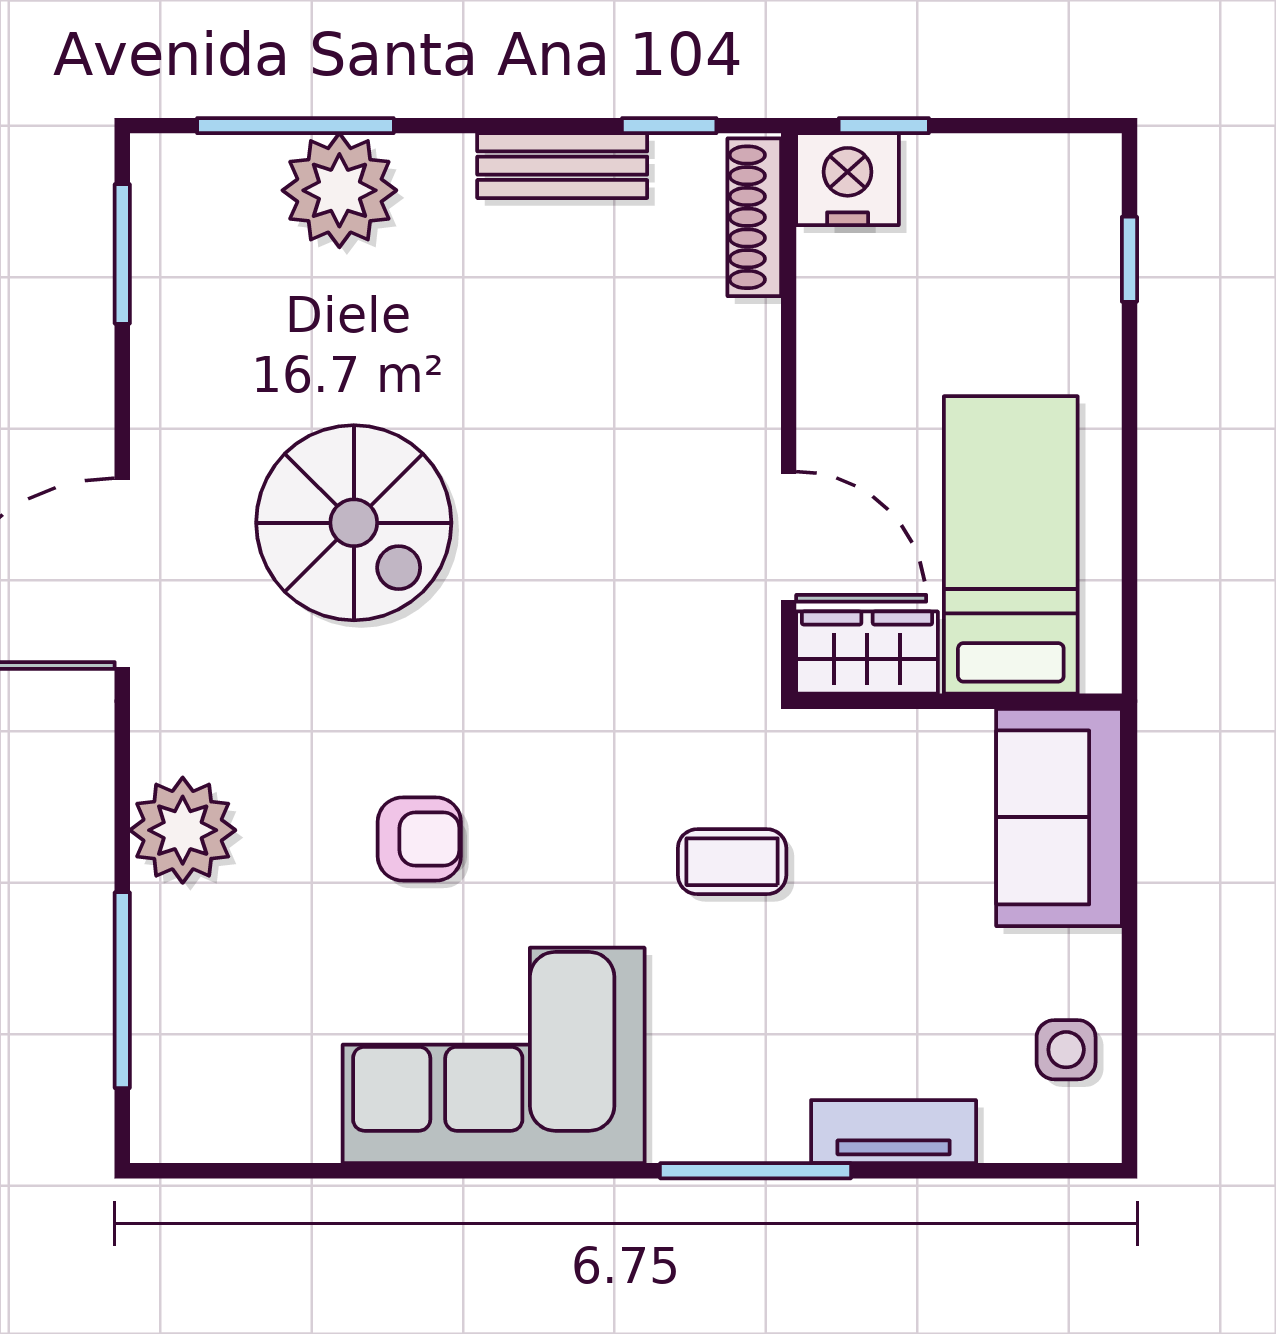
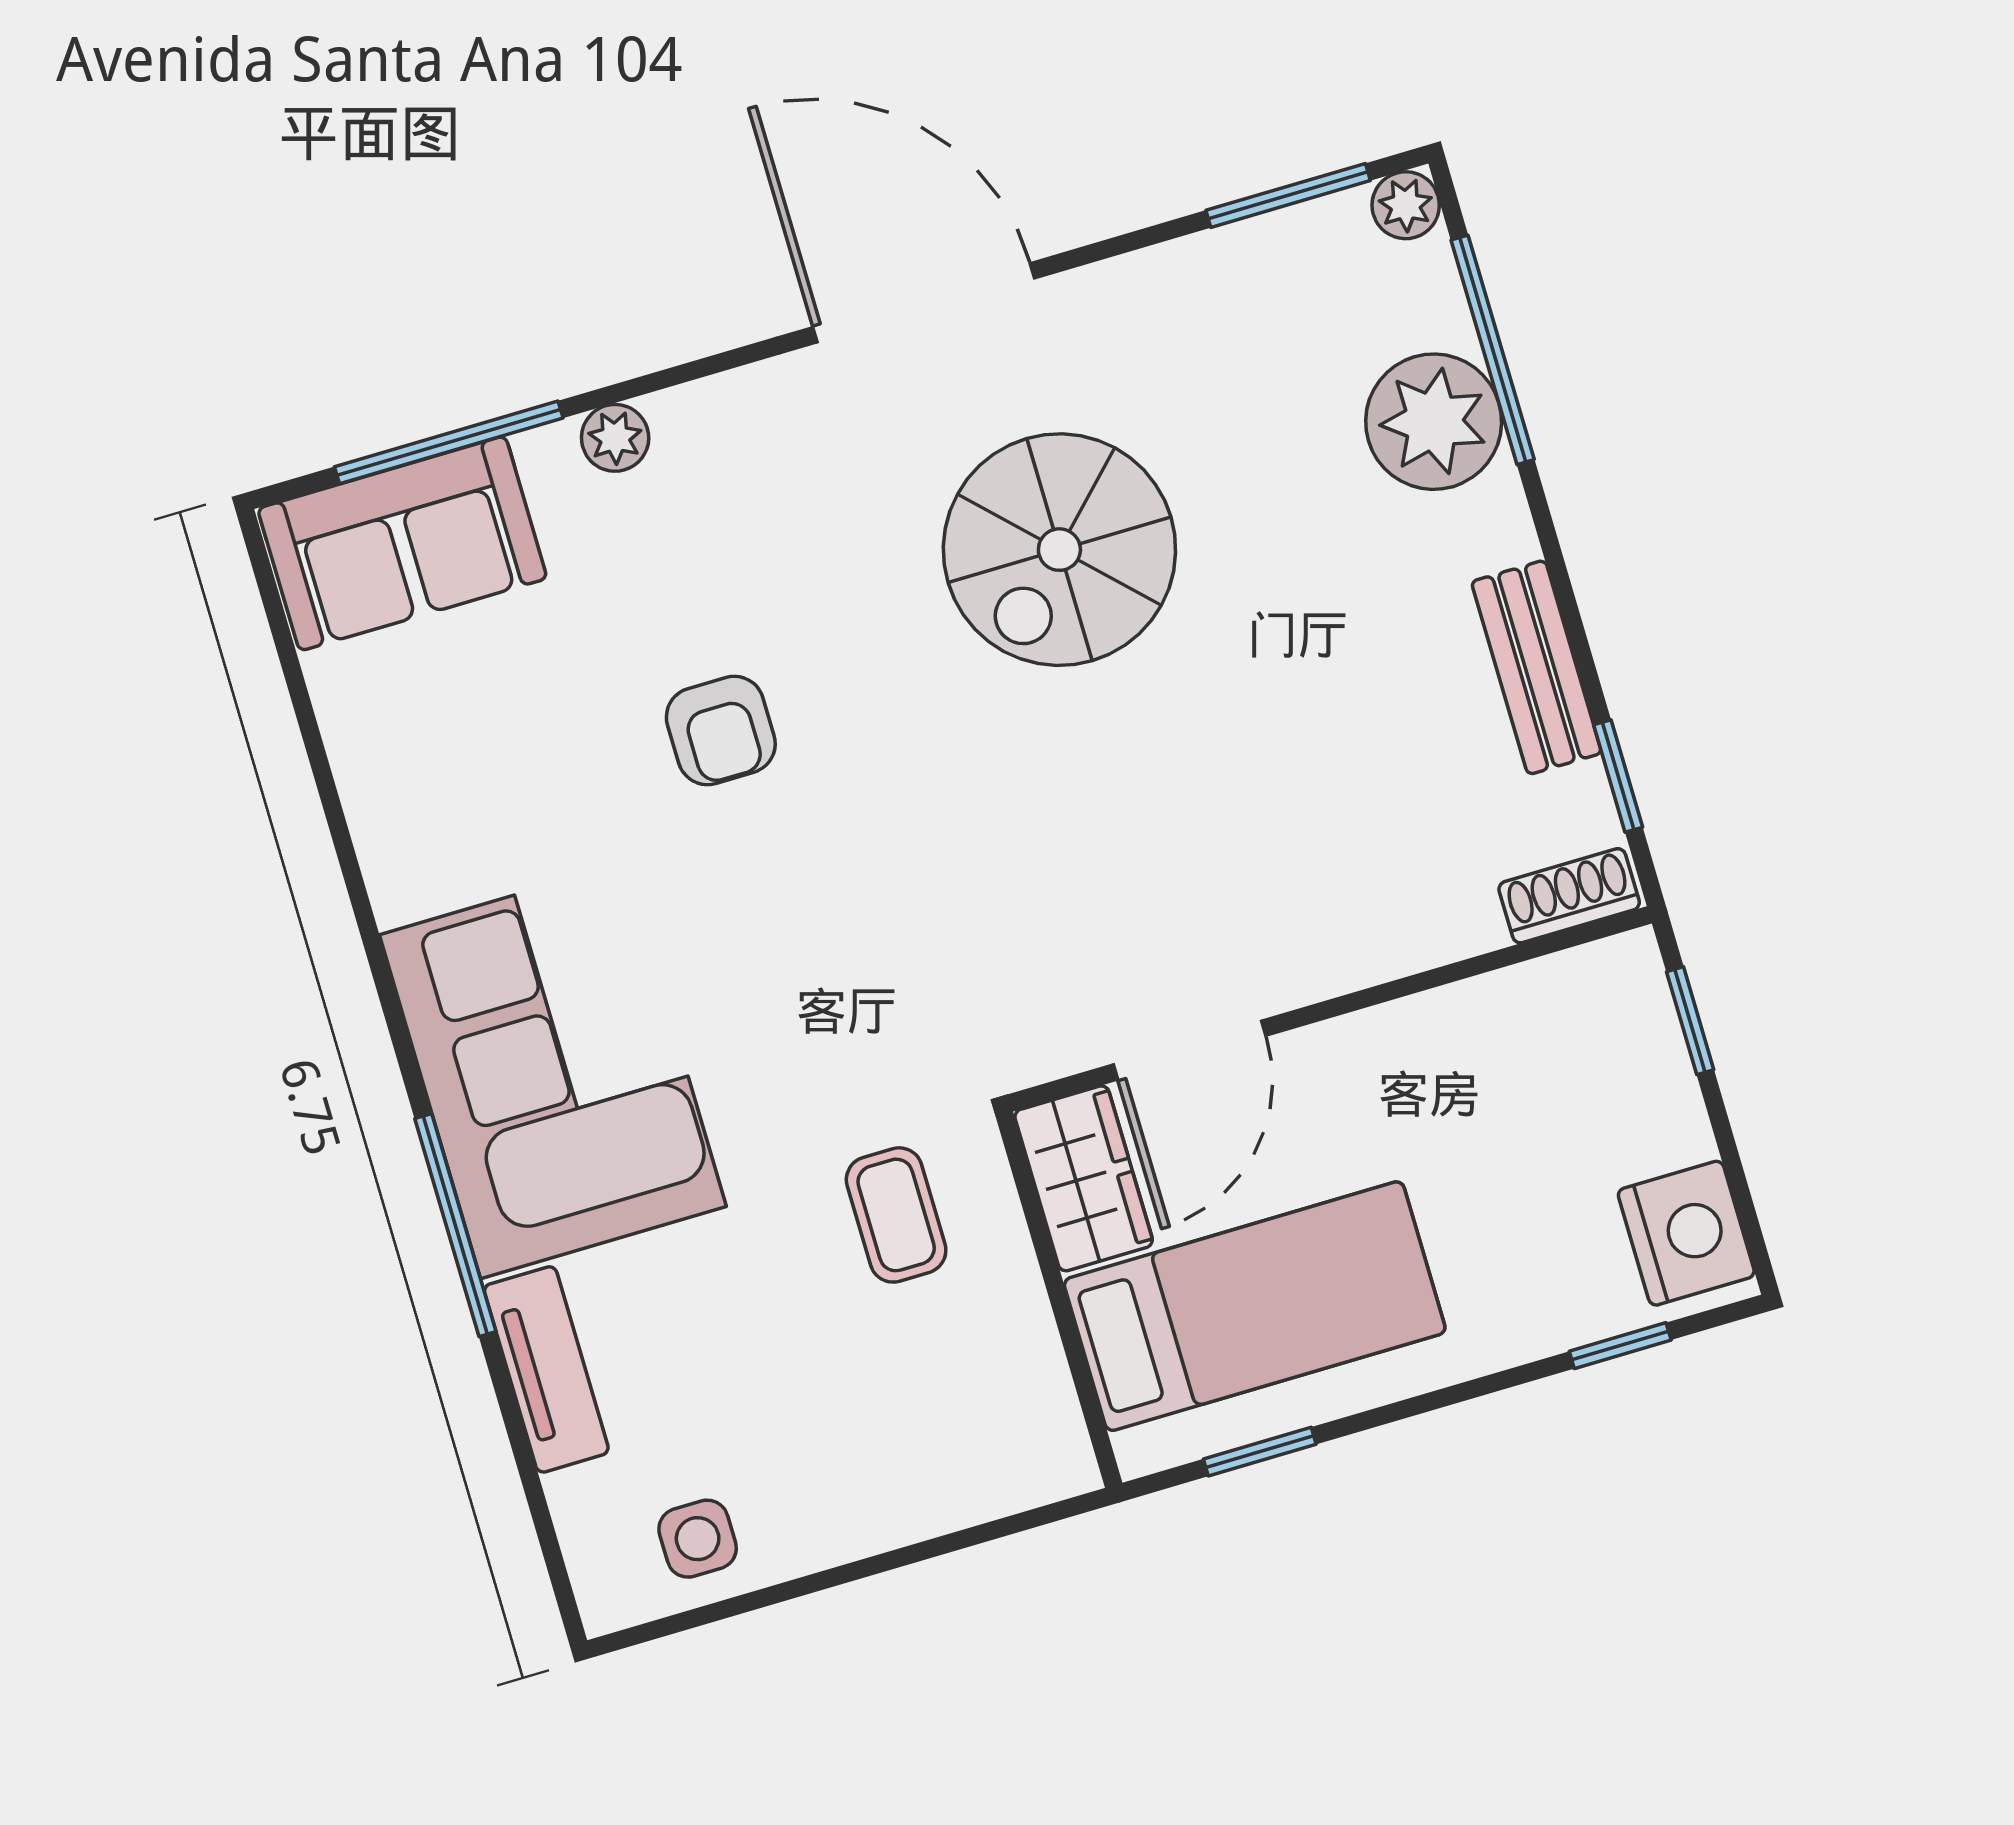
plant: (158, 161) -> (1406, 205), added
nightstand: (848, 179) -> (1686, 1233), moved
shoe rack: (754, 217) -> (1569, 896), width x0.70
window: (1129, 575) -> (1260, 1452), added
sofa: (1059, 817) -> (402, 543), moved, turned 180
plant: (183, 830) -> (615, 438), width x0.53, depth x0.53
coffee table: (732, 862) -> (896, 1215), moved
corner sofa: (494, 1055) -> (553, 1071), moved

